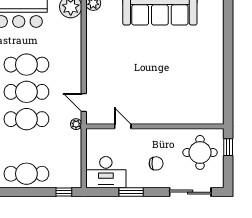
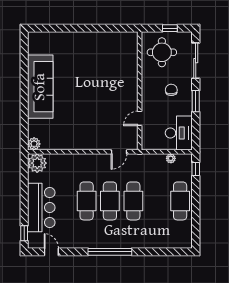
plant: (76, 124) -> (171, 158), moved
window: (228, 147) -> (170, 28), moved
window: (131, 192) -> (196, 101), moved

